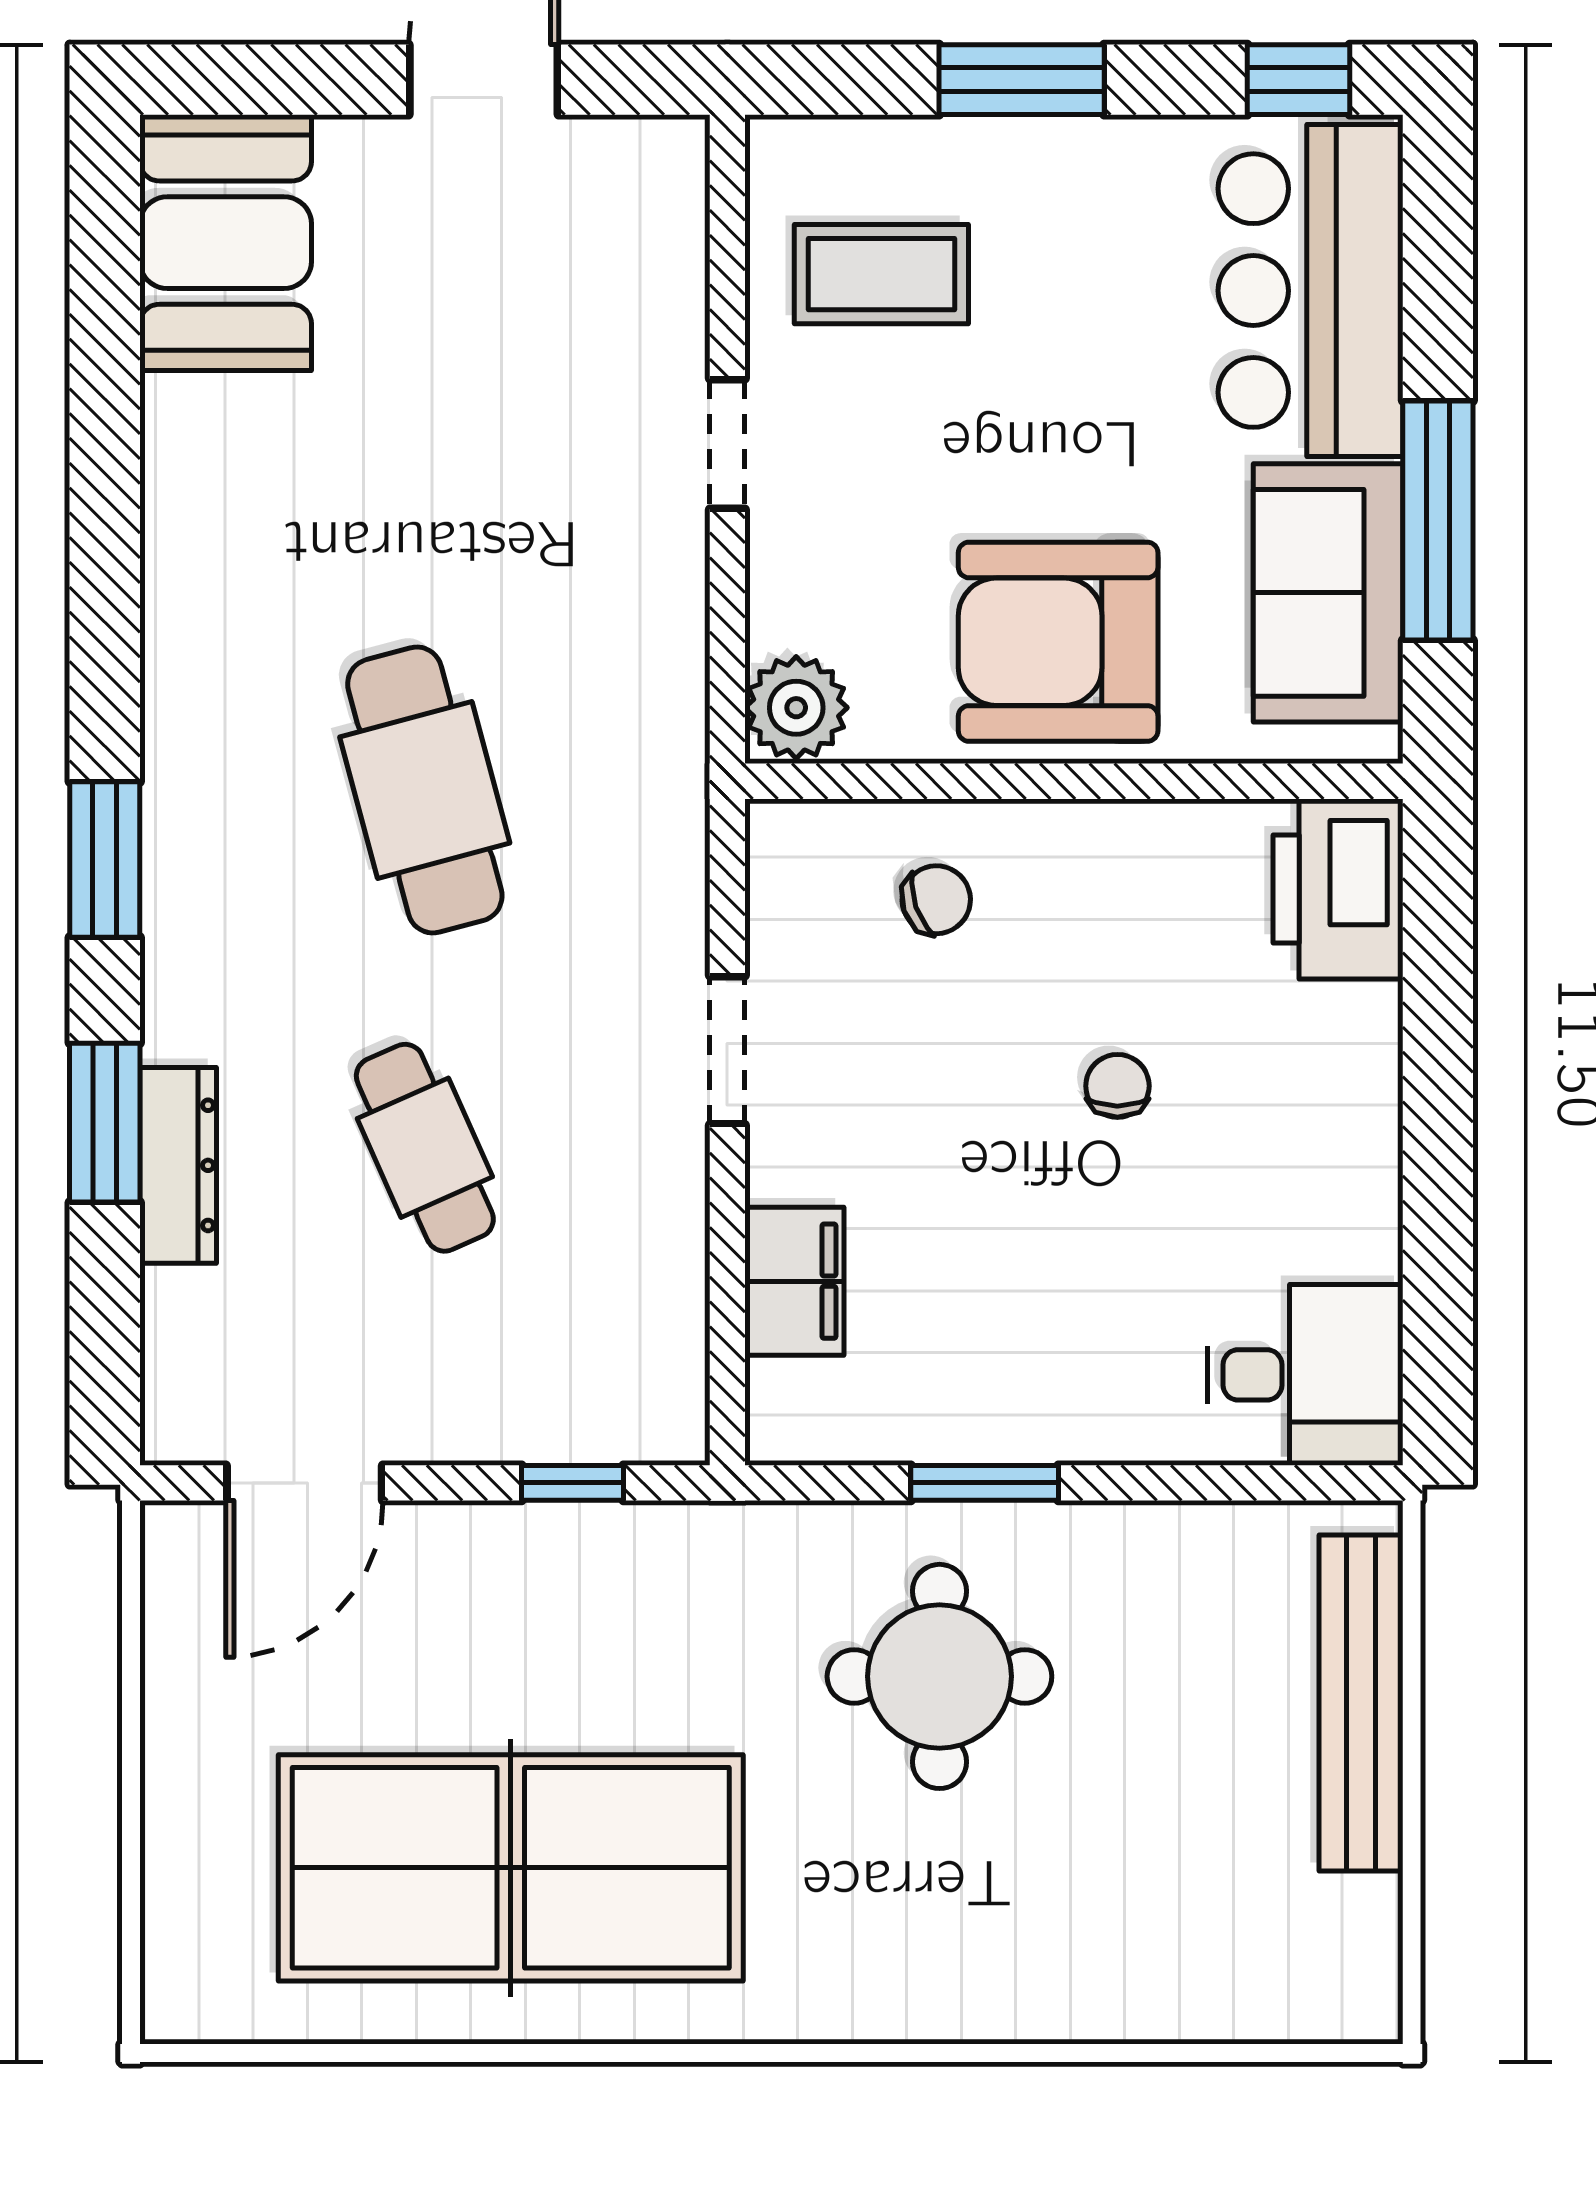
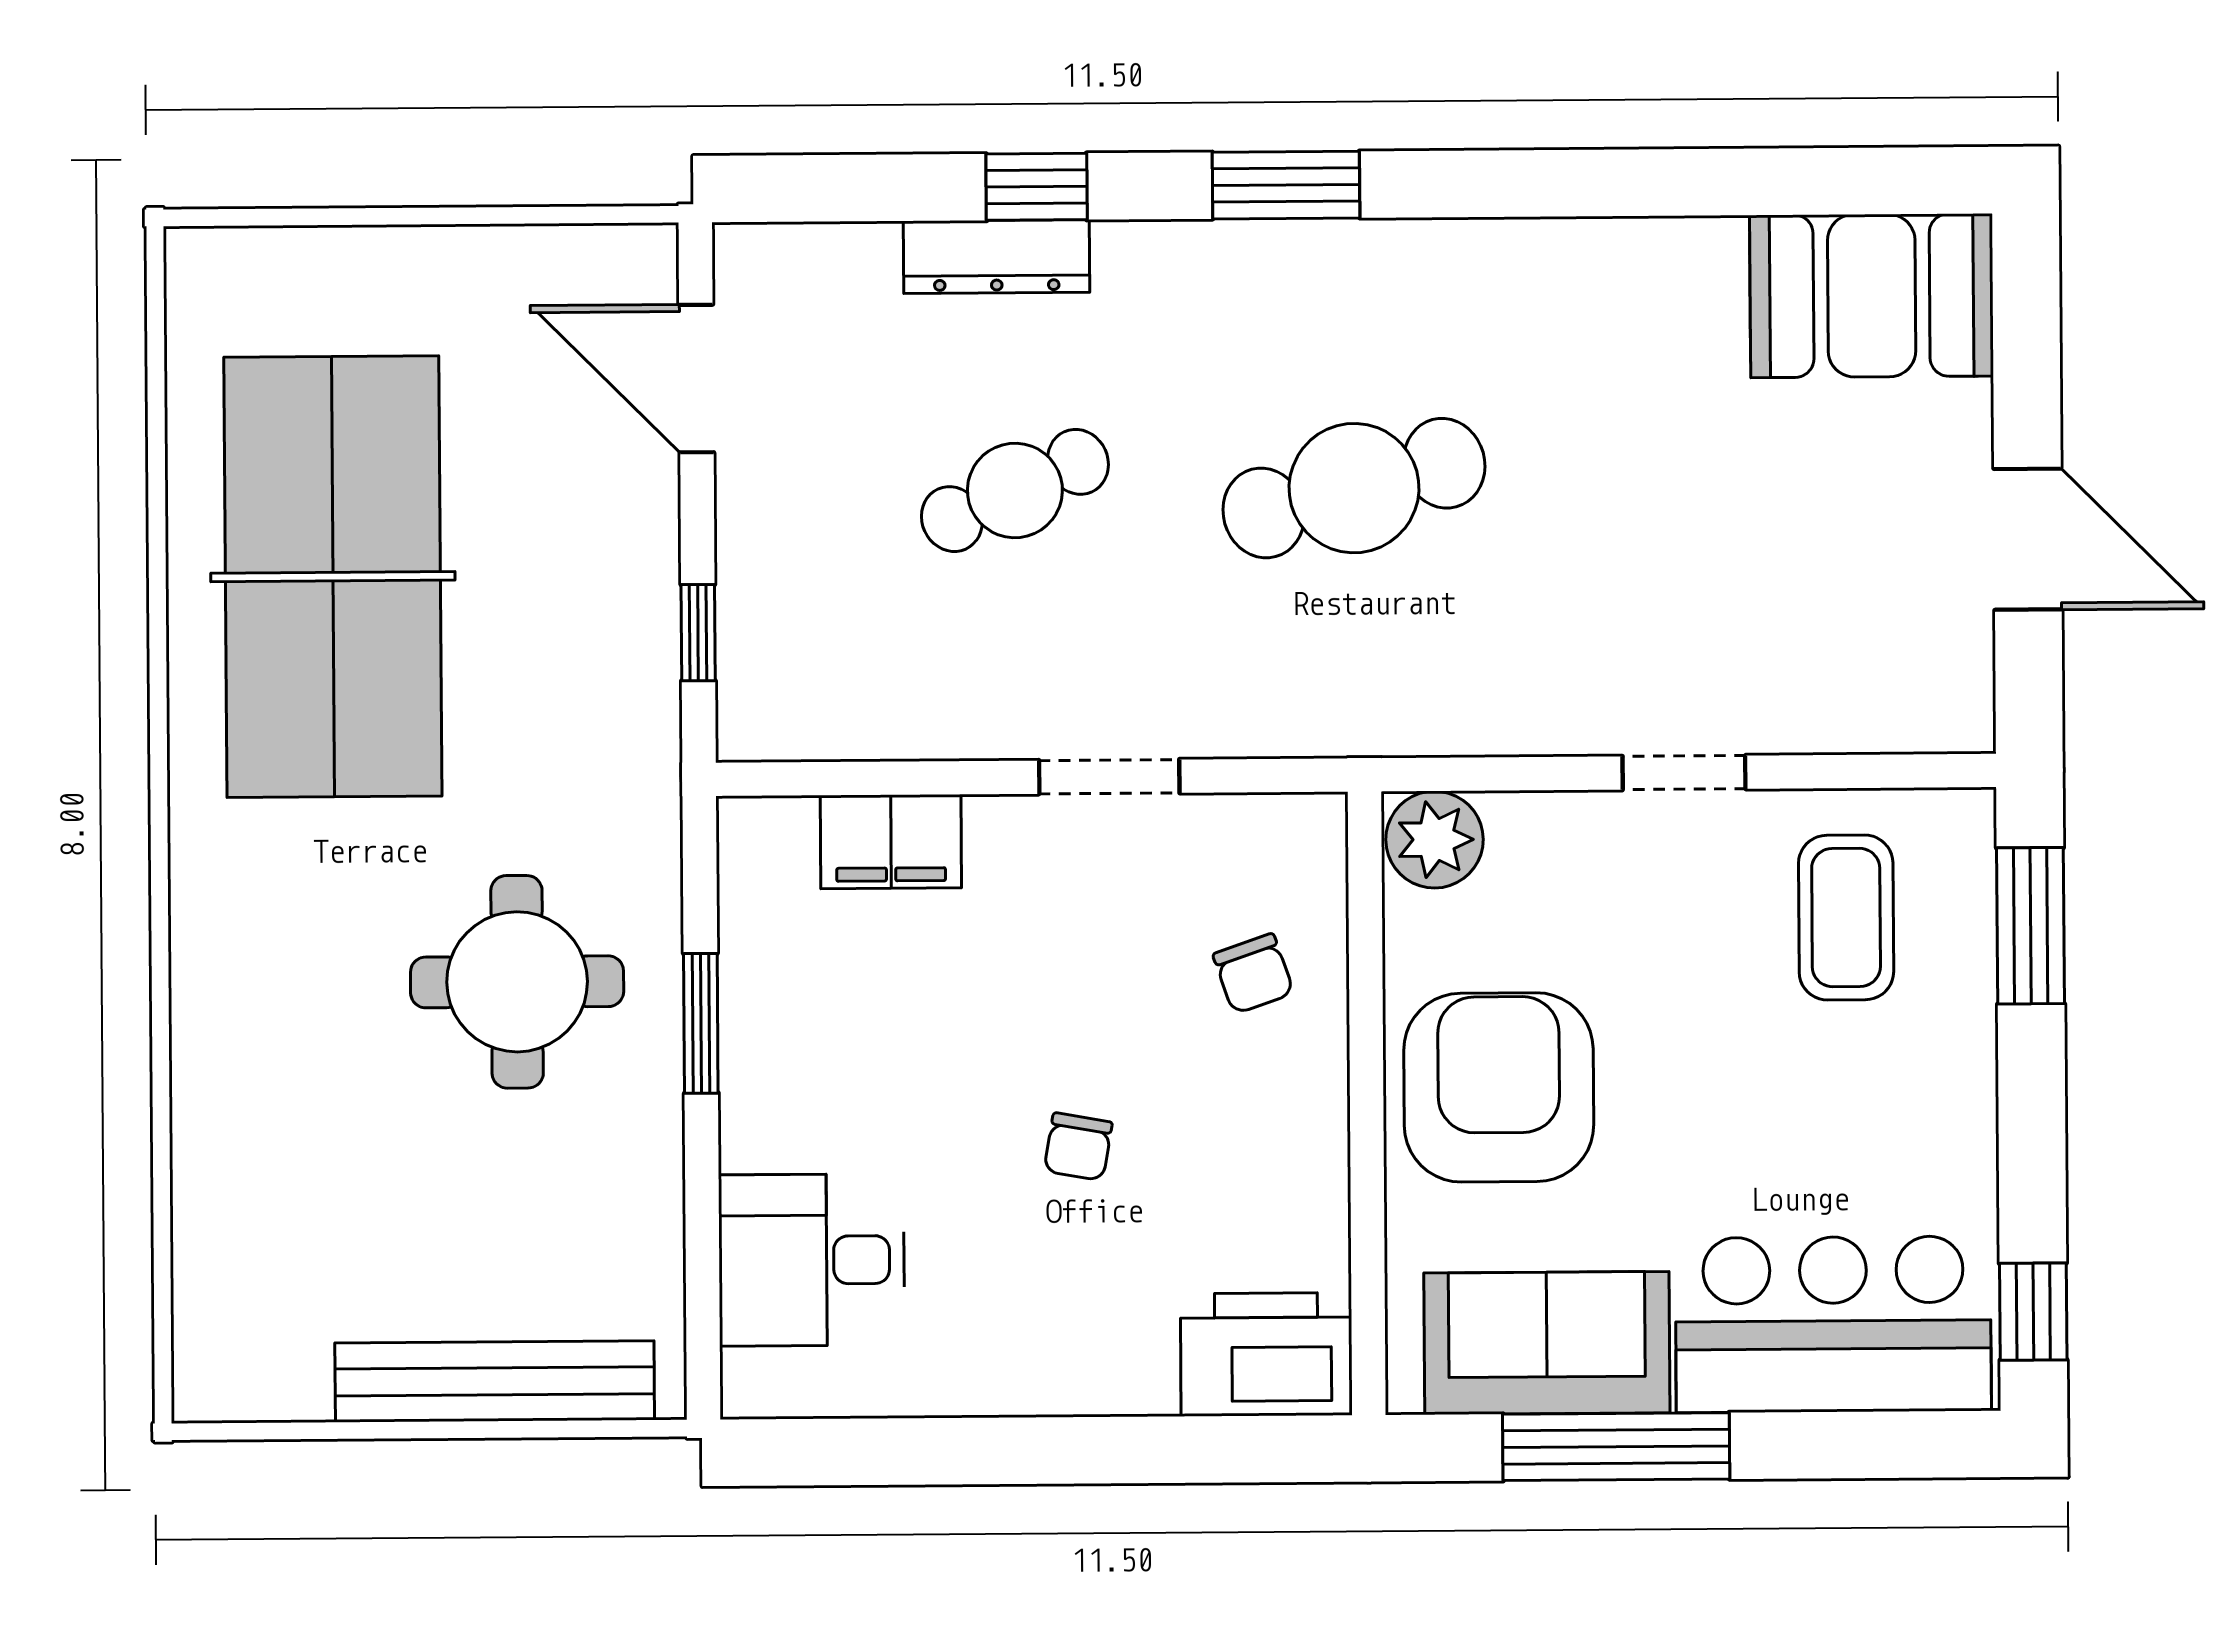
window: (1022, 80) -> (2031, 926), moved
chair: (1117, 1086) -> (1078, 1147), turned 100
window: (105, 1123) -> (1037, 187), width x0.67
desk: (1305, 1375) -> (812, 1260), moved, turned 90

